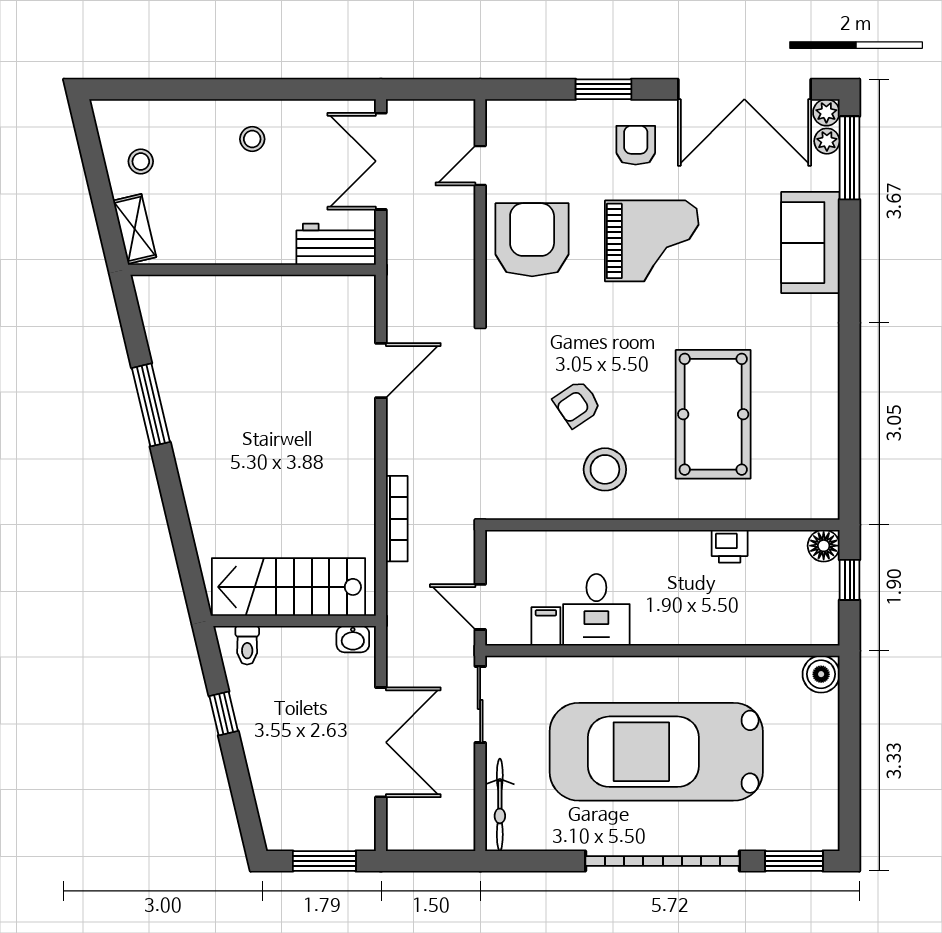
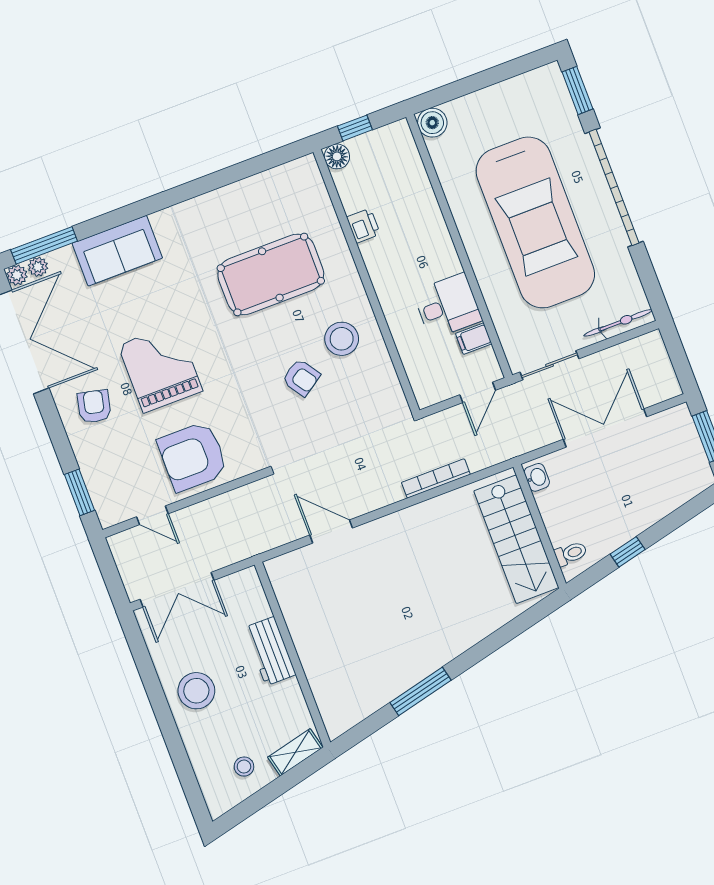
window: (603, 89) -> (80, 492), moved
stool: (252, 139) -> (196, 691), width x1.89, depth x1.89
armchair: (636, 145) -> (94, 406), turned 103
workbench: (336, 244) -> (270, 651), moved

